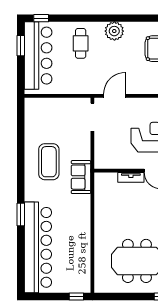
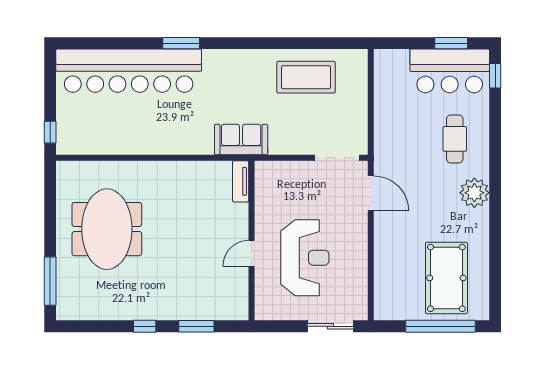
cafe table: (81, 43) -> (455, 139), turned 90
bar counter: (38, 56) -> (450, 71), width x0.73
coffee table: (49, 162) -> (306, 77), moved
tv unit: (131, 177) -> (241, 181), moved

